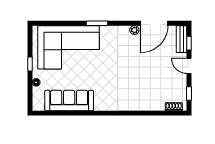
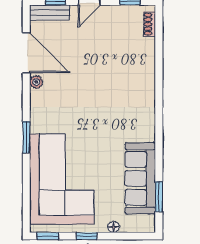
window: (30, 38) -> (48, 236), added
window: (57, 113) -> (159, 197), added

